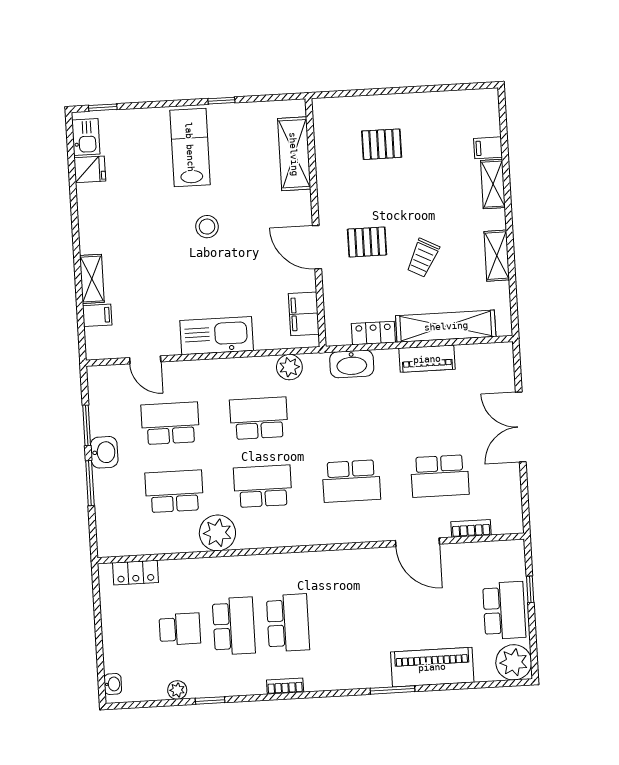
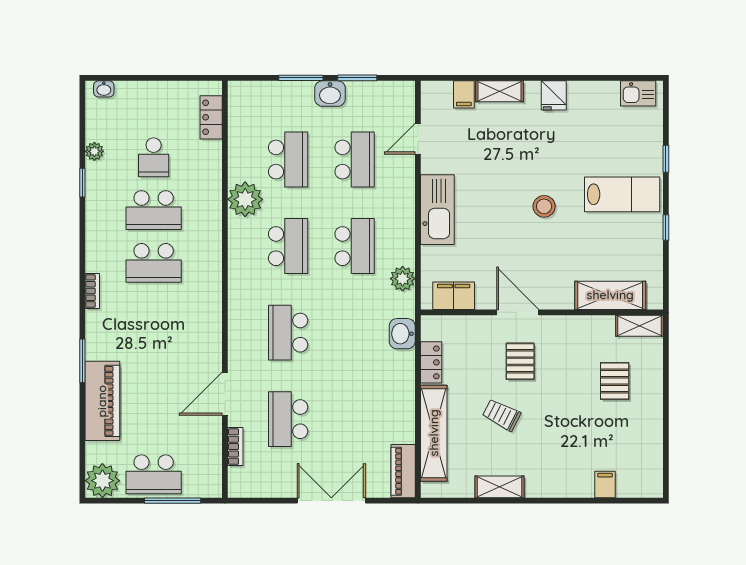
window: (103, 107) -> (666, 159), moved
fridge: (90, 169) -> (554, 95), moved
shelving: (493, 184) -> (639, 326), moved
door: (317, 247) -> (518, 312), hinge flipped
piano: (427, 359) -> (403, 471), moved
washbasin: (352, 364) -> (402, 334), width x0.72
window: (530, 589) -> (173, 501), width x2.17
bookcase: (285, 686) -> (92, 291), moved

